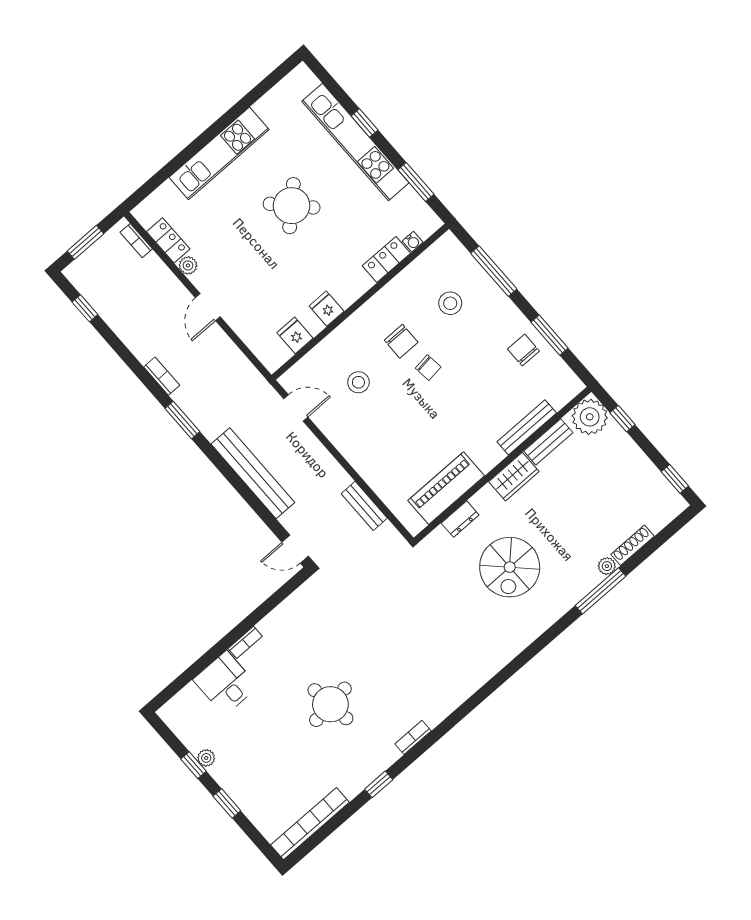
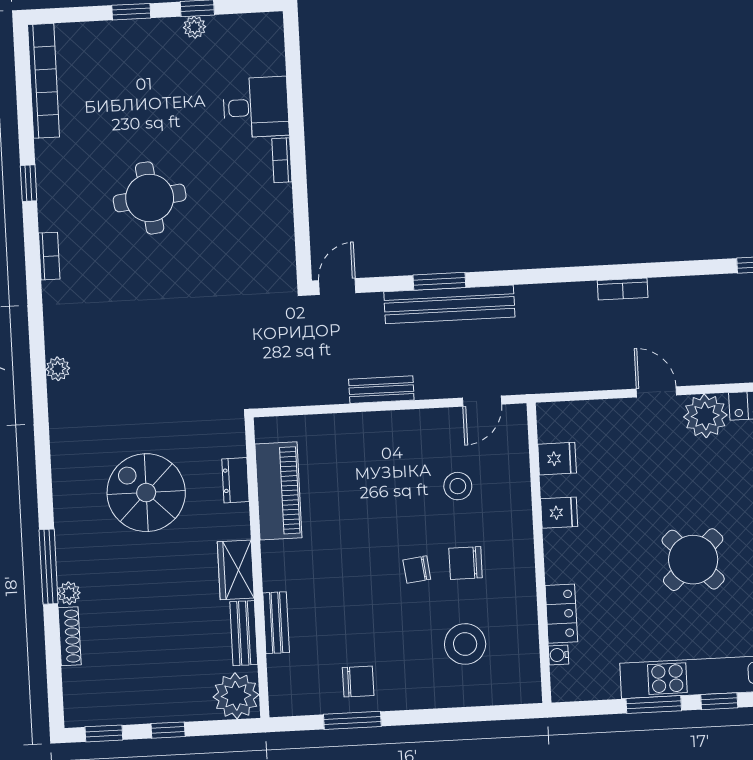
window: (416, 182) -> (654, 705), moved
plant: (188, 265) -> (705, 416), width x1.88, depth x1.88
window: (494, 271) -> (463, 715), removed
stool: (450, 303) -> (465, 644), width x1.38, depth x1.38
window: (622, 419) -> (168, 730), moved
window: (182, 420) -> (439, 281), moved
bench: (527, 427) -> (276, 623), width x0.73
bench: (364, 506) -> (381, 390), moved
plant: (477, 679) -> (58, 369), added

